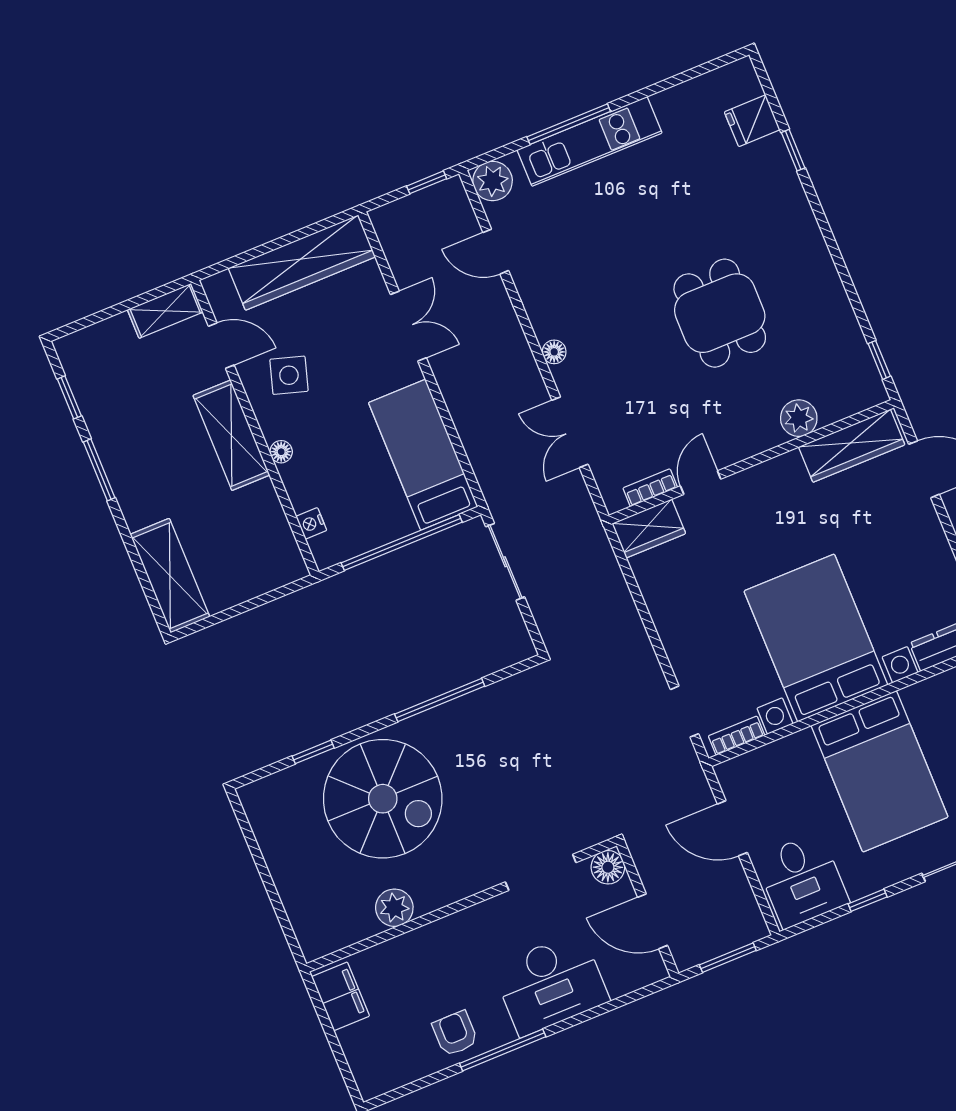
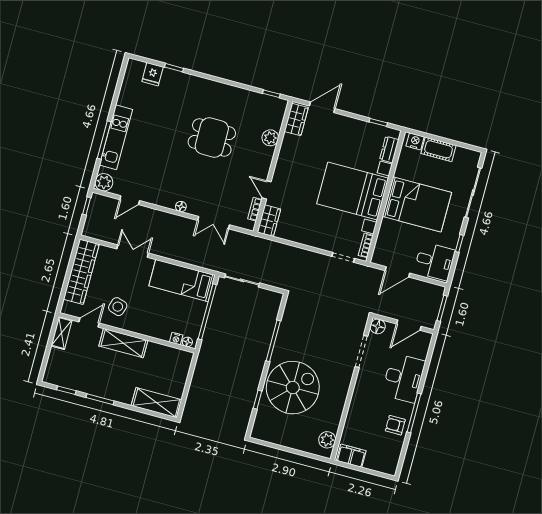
wardrobe: (852, 446) -> (296, 119), width x0.67
floor lamp: (281, 452) -> (187, 342), moved
plant: (394, 908) -> (327, 440), moved

